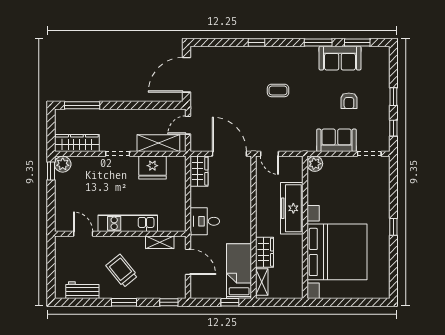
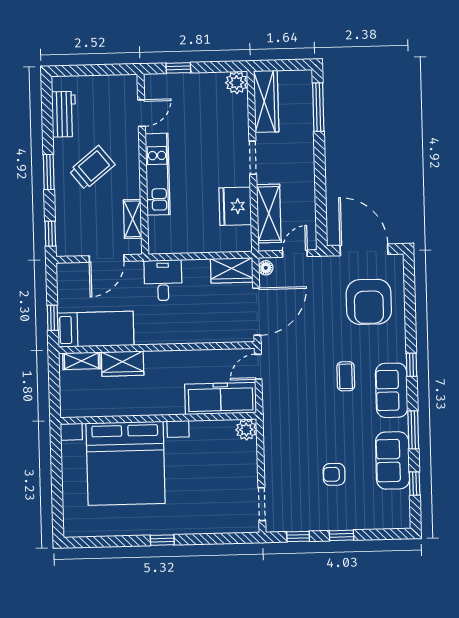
window: (256, 43) -> (411, 365), moved
window: (357, 43) -> (415, 484), width x0.67
armchair: (224, 72) -> (369, 302), added
door: (188, 125) -> (295, 254), hinge flipped
sofa: (336, 140) -> (392, 390), moved, turned 180
floor lamp: (198, 146) -> (266, 268), added
window: (51, 171) -> (178, 68), moved
freezer: (292, 208) -> (221, 398), moved

